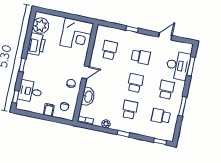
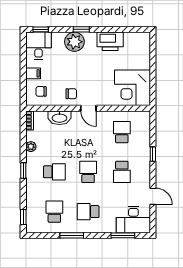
plant: (41, 26) -> (74, 42), moved
school desk: (110, 50) -> (122, 132), turned -90
desk: (178, 65) -> (133, 220), moved
school desk: (135, 83) -> (88, 172), turned -90
school desk: (166, 90) -> (88, 212), turned 180
desk: (30, 91) -> (39, 46), moved

